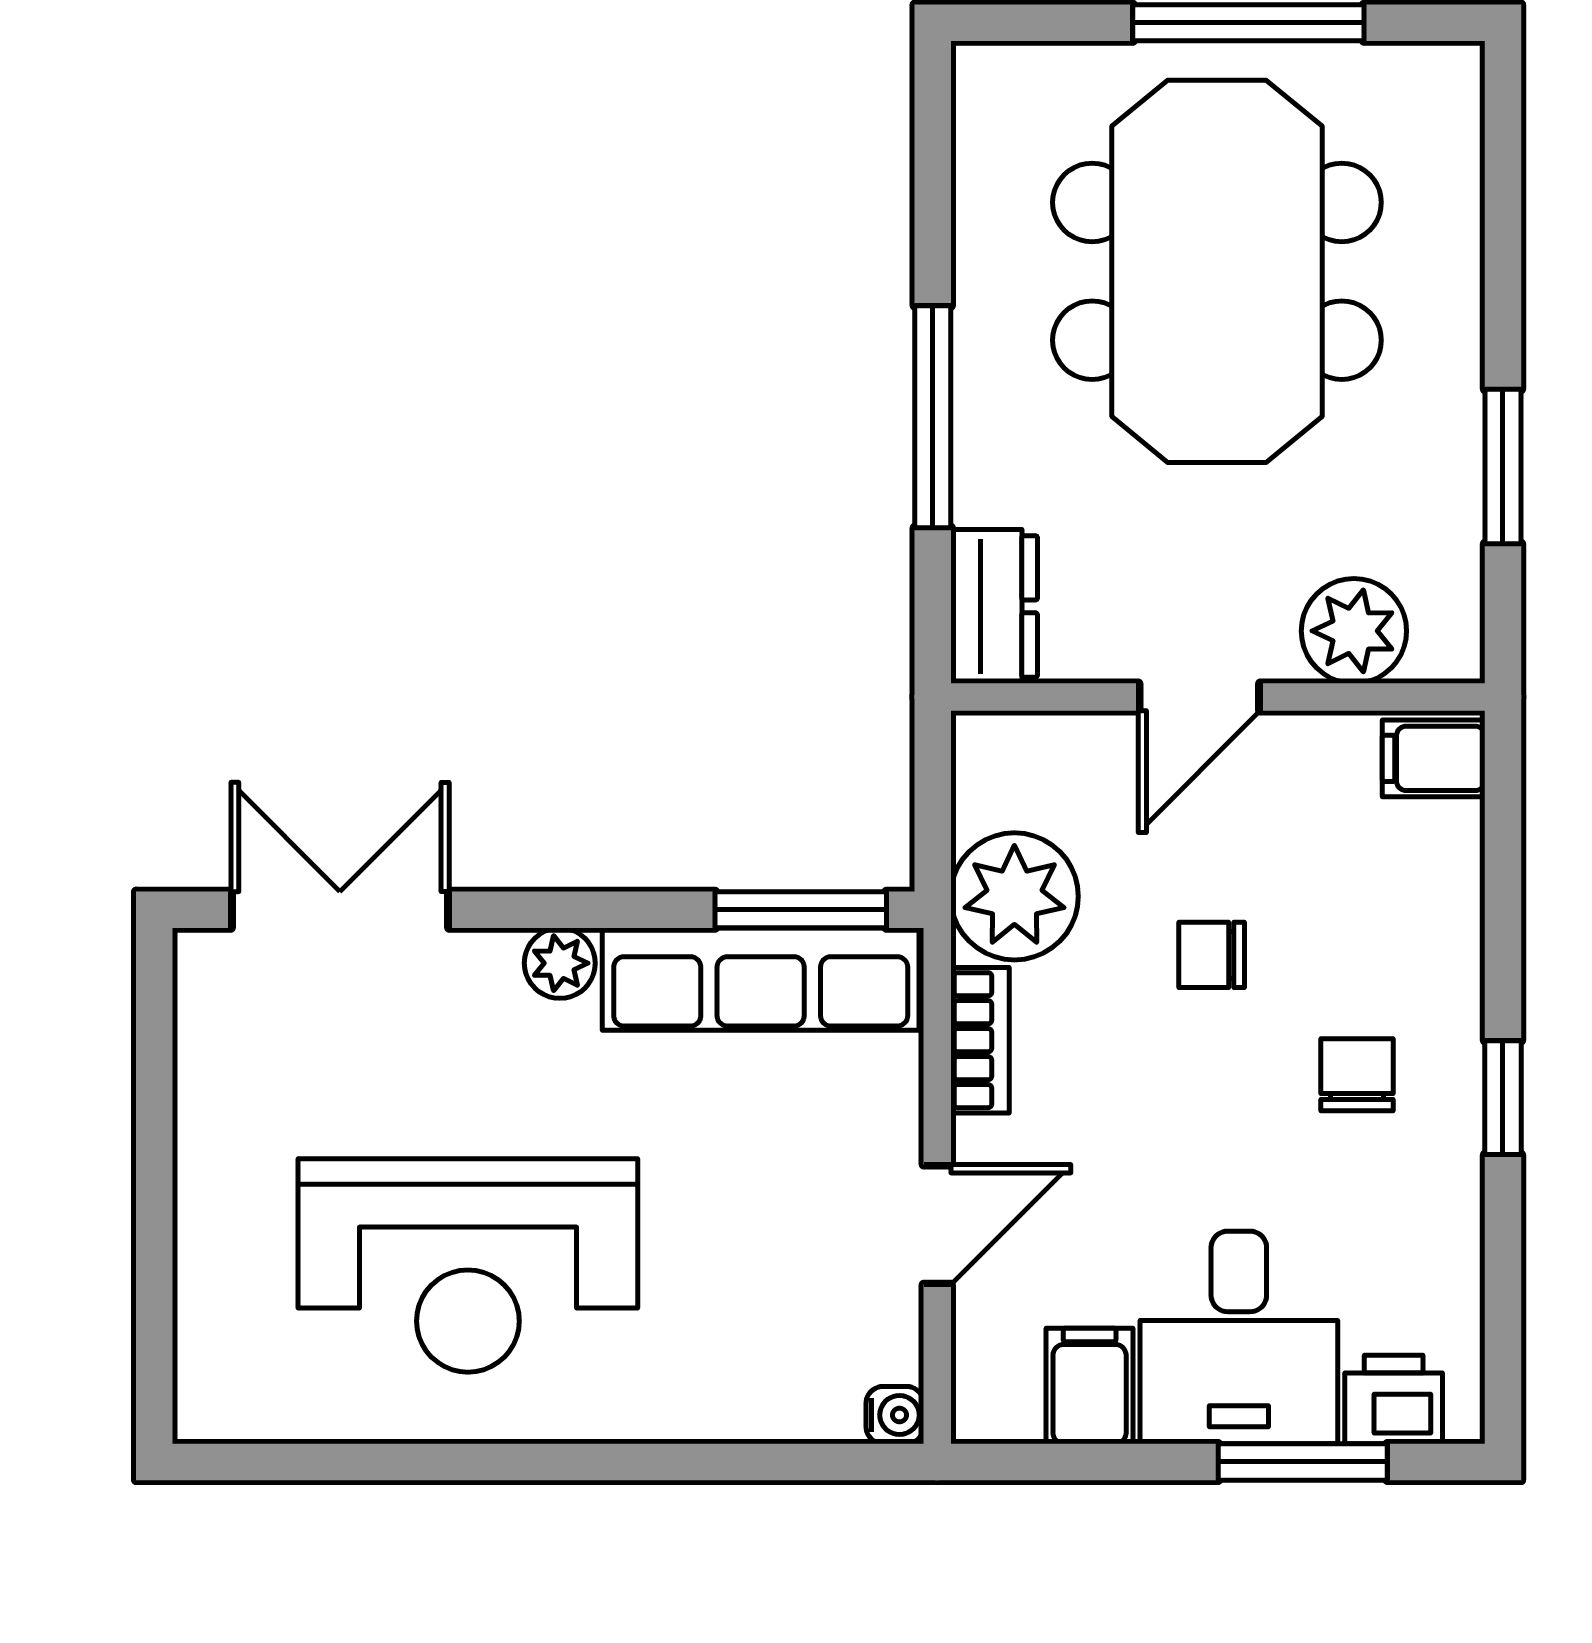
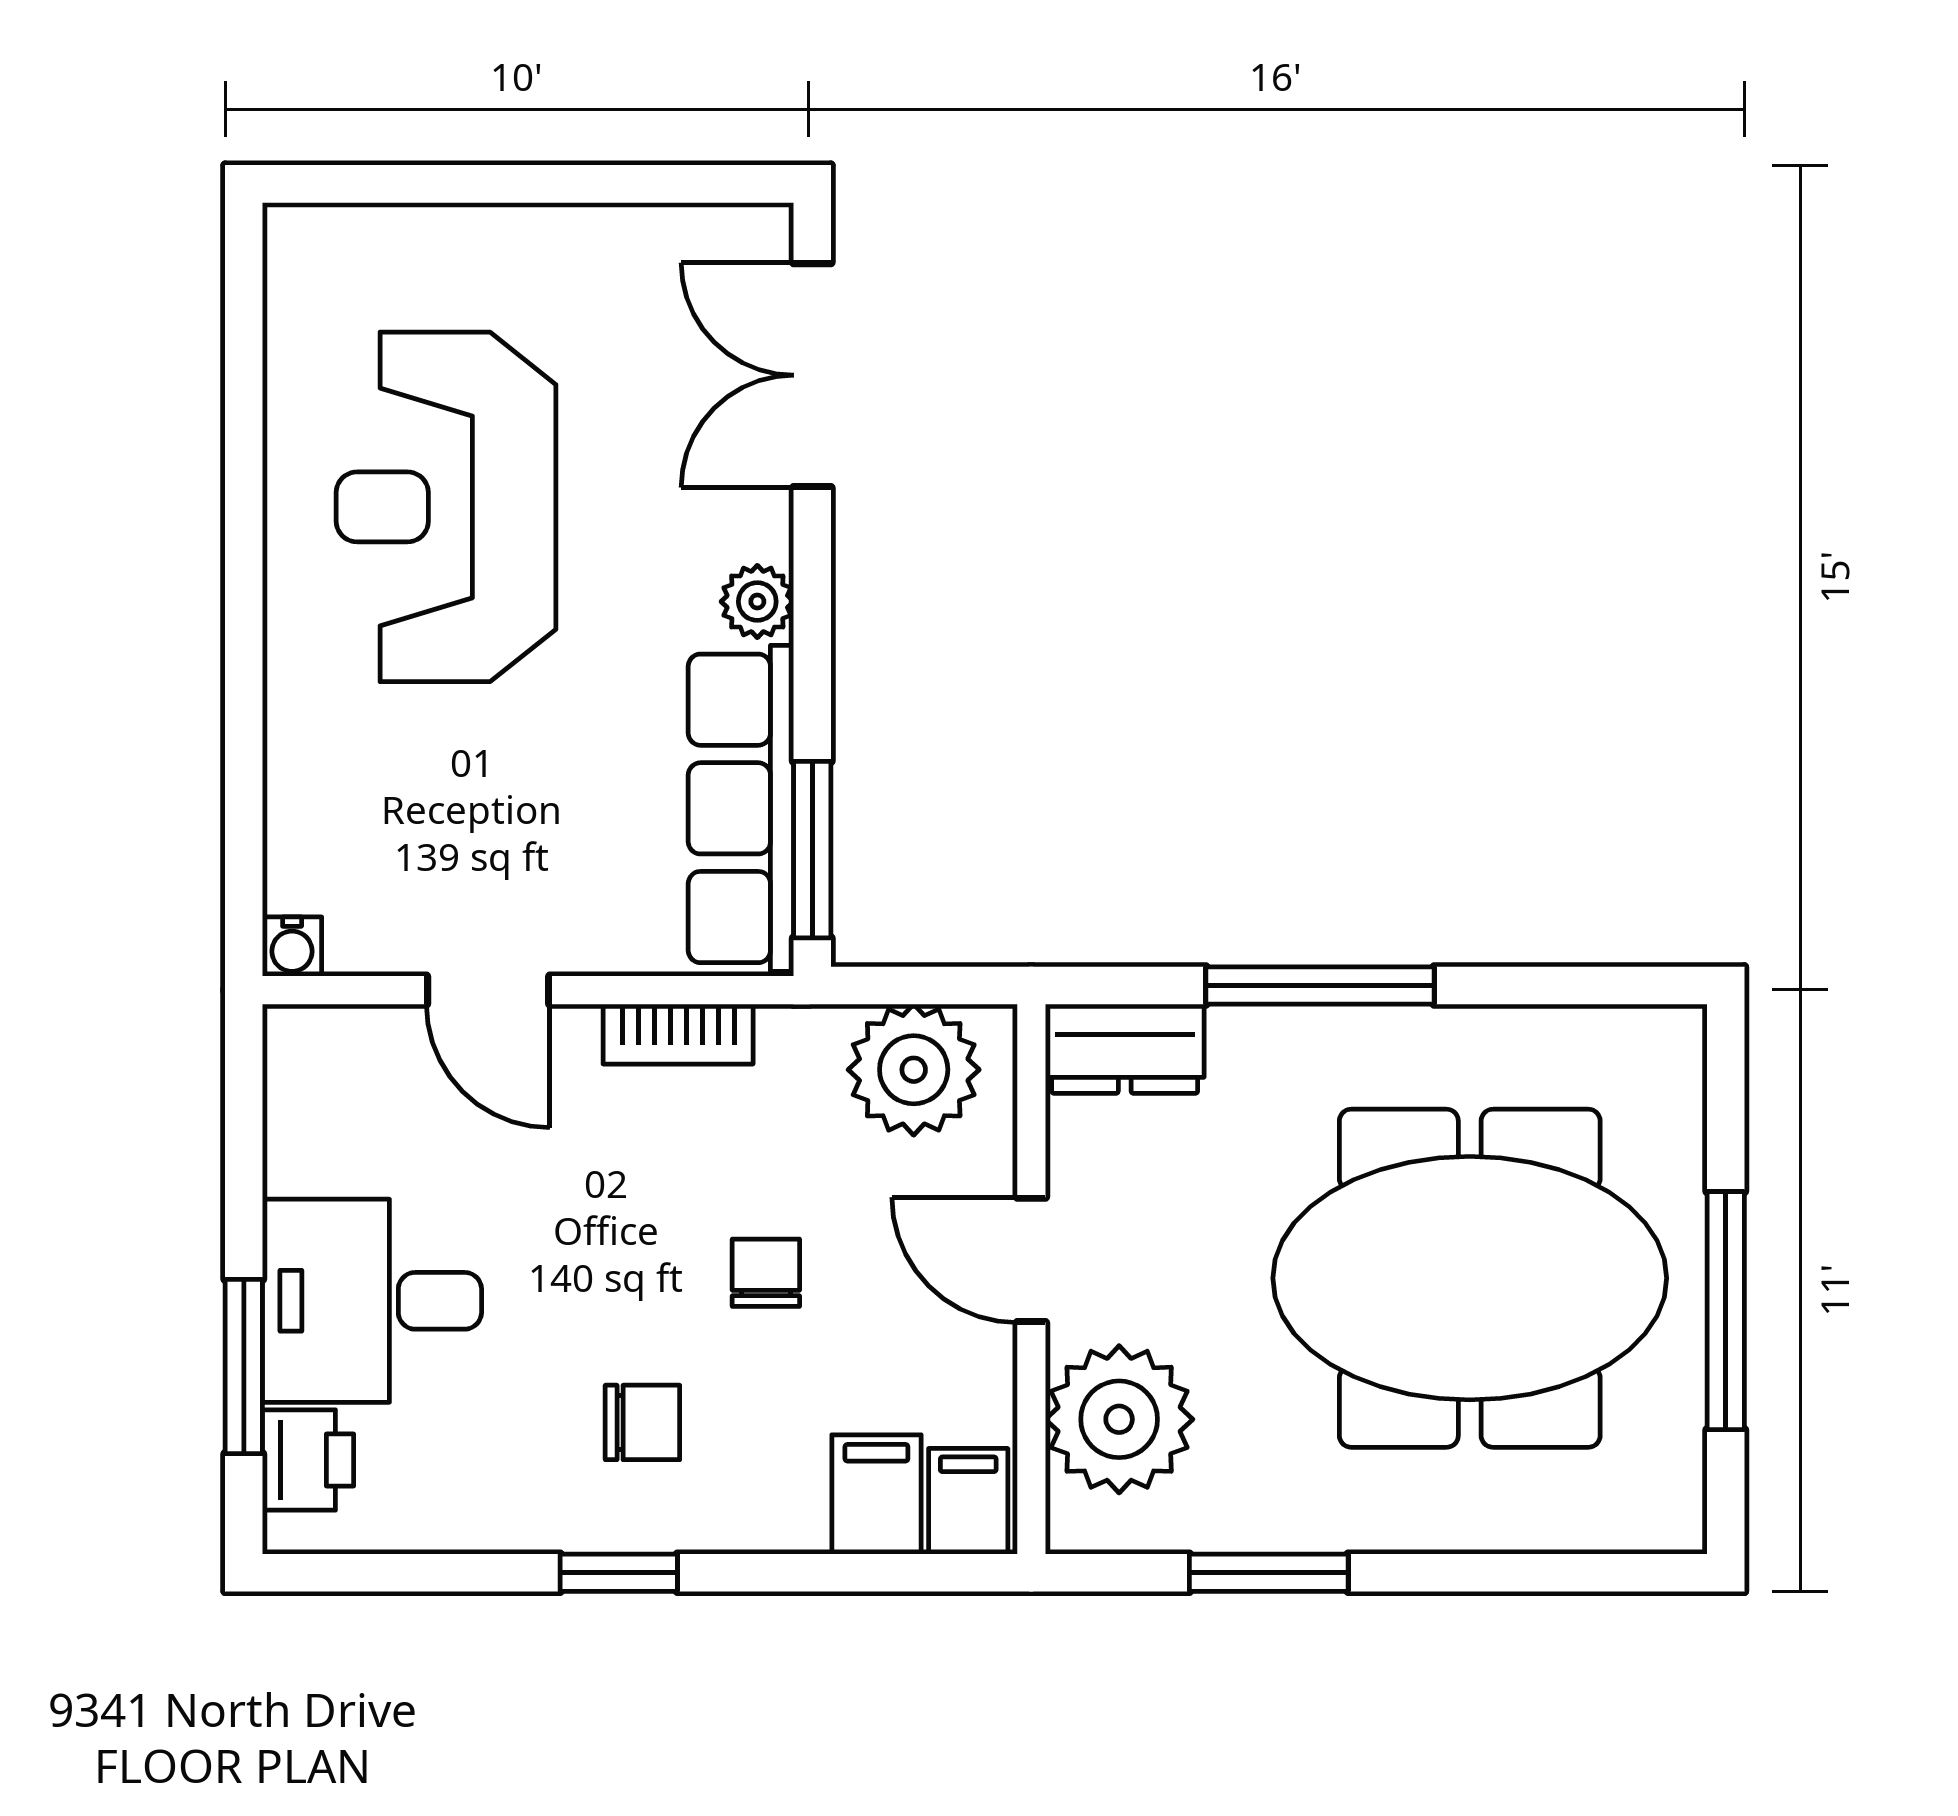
plant: (1354, 631) -> (1119, 1419), width x1.36, depth x1.36
plant: (1014, 896) -> (914, 1070), moved
double door: (340, 910) -> (812, 375), swing flipped
filing cabinet: (1090, 1386) -> (876, 1494), moved, turned -90

